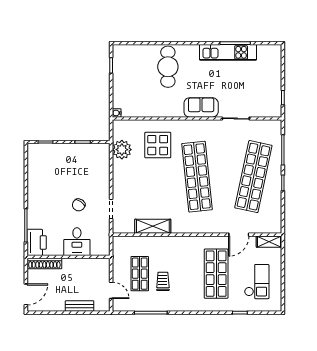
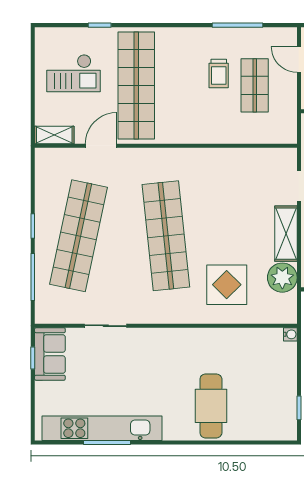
kitchen unit: (228, 52) -> (102, 428), width x1.36
sofa: (201, 107) -> (50, 354), moved, turned -90
shelving: (153, 226) -> (286, 234), moved, turned 90
shop shelf: (216, 274) -> (136, 85), width x1.40
checkout: (257, 282) -> (73, 73), turned -90

